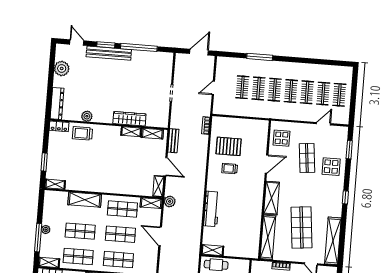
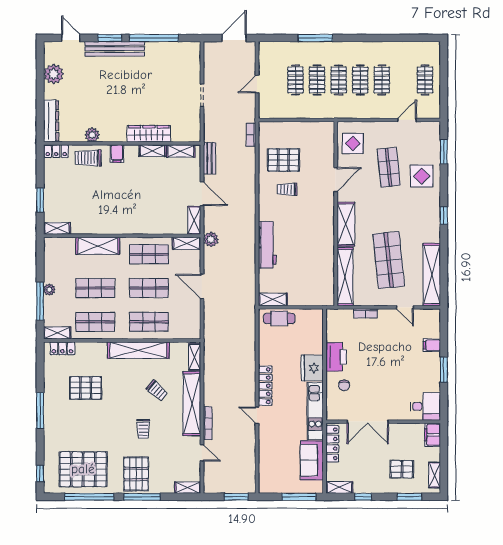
clothes rail: (323, 94) -> (403, 80), removed
filing cabinet: (104, 132) -> (117, 154), added

